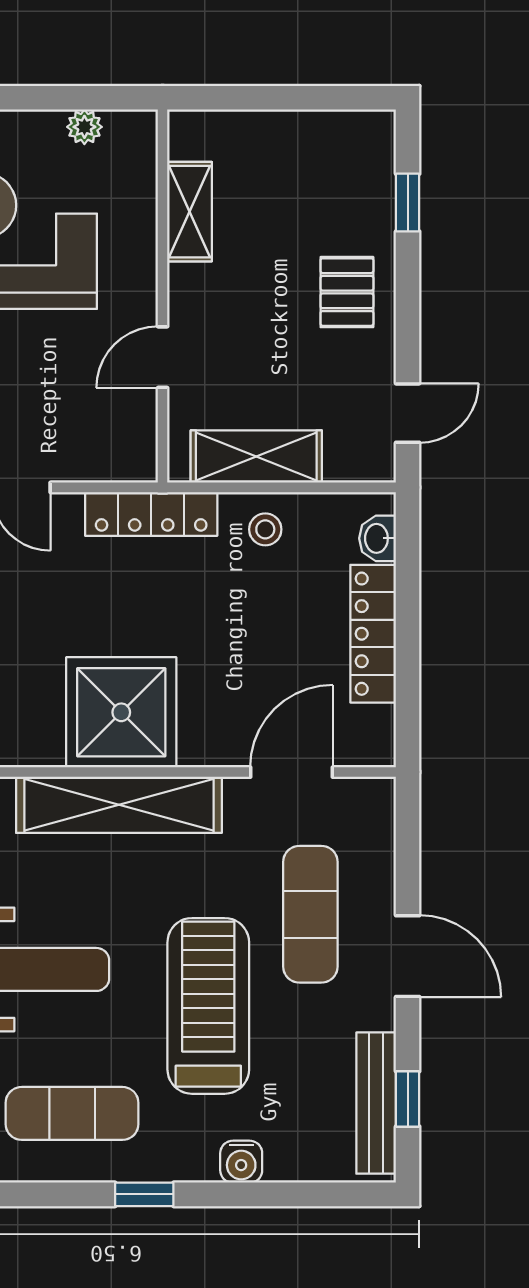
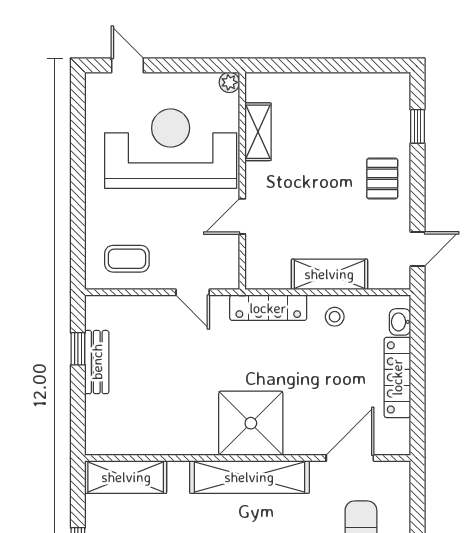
shelving: (190, 212) -> (258, 132), moved
wall: (163, 296) -> (242, 181), moved
door: (163, 357) -> (242, 216), moved

